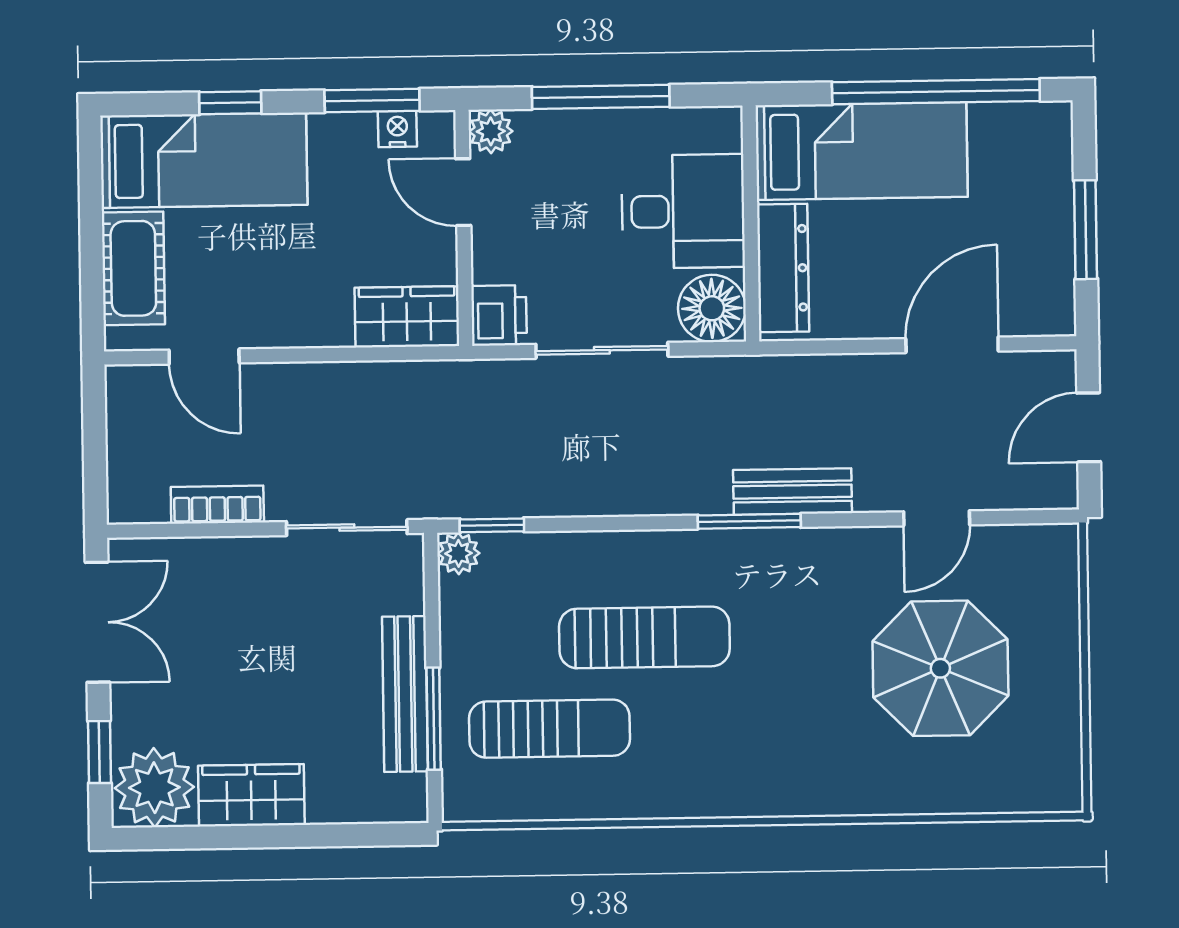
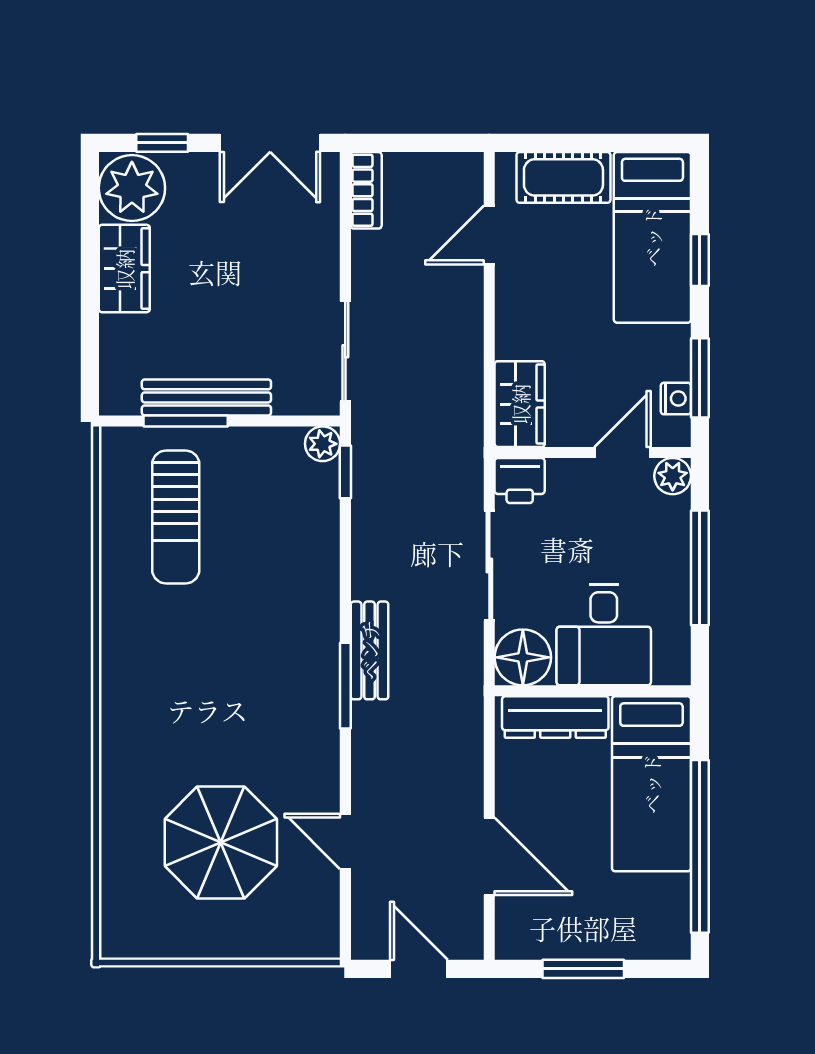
bench: (793, 492) -> (369, 650), moved
bookcase: (217, 505) -> (366, 190), moved
sun lounger: (644, 637) -> (250, 597), removed

